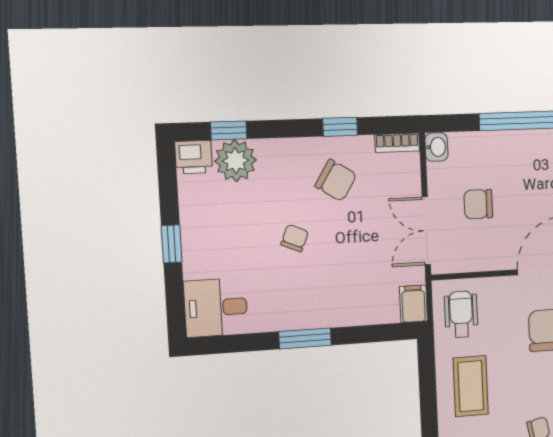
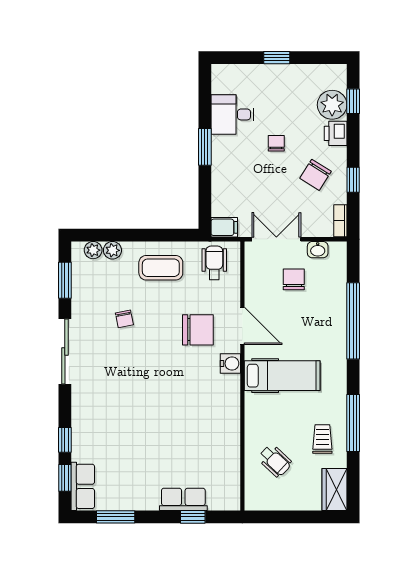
washbasin: (436, 147) -> (318, 250), moved
printer: (194, 157) -> (336, 133), moved
chair: (295, 238) -> (276, 143), turned -113
desk: (216, 308) -> (232, 114), moved, turned -90
wheelchair: (461, 314) -> (214, 263), turned -90

